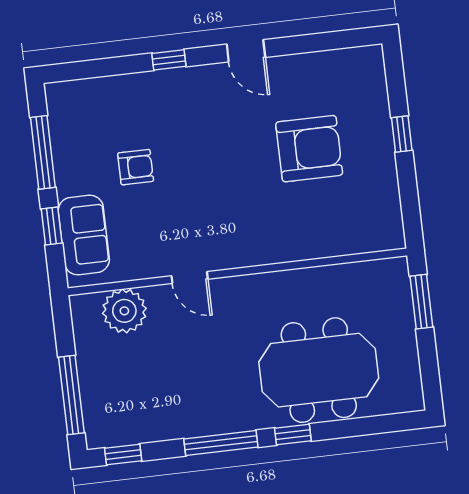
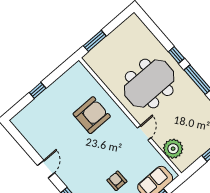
armchair: (309, 149) -> (92, 115), moved, turned 90
meeting table: (319, 370) -> (149, 83), moved, turned 90

